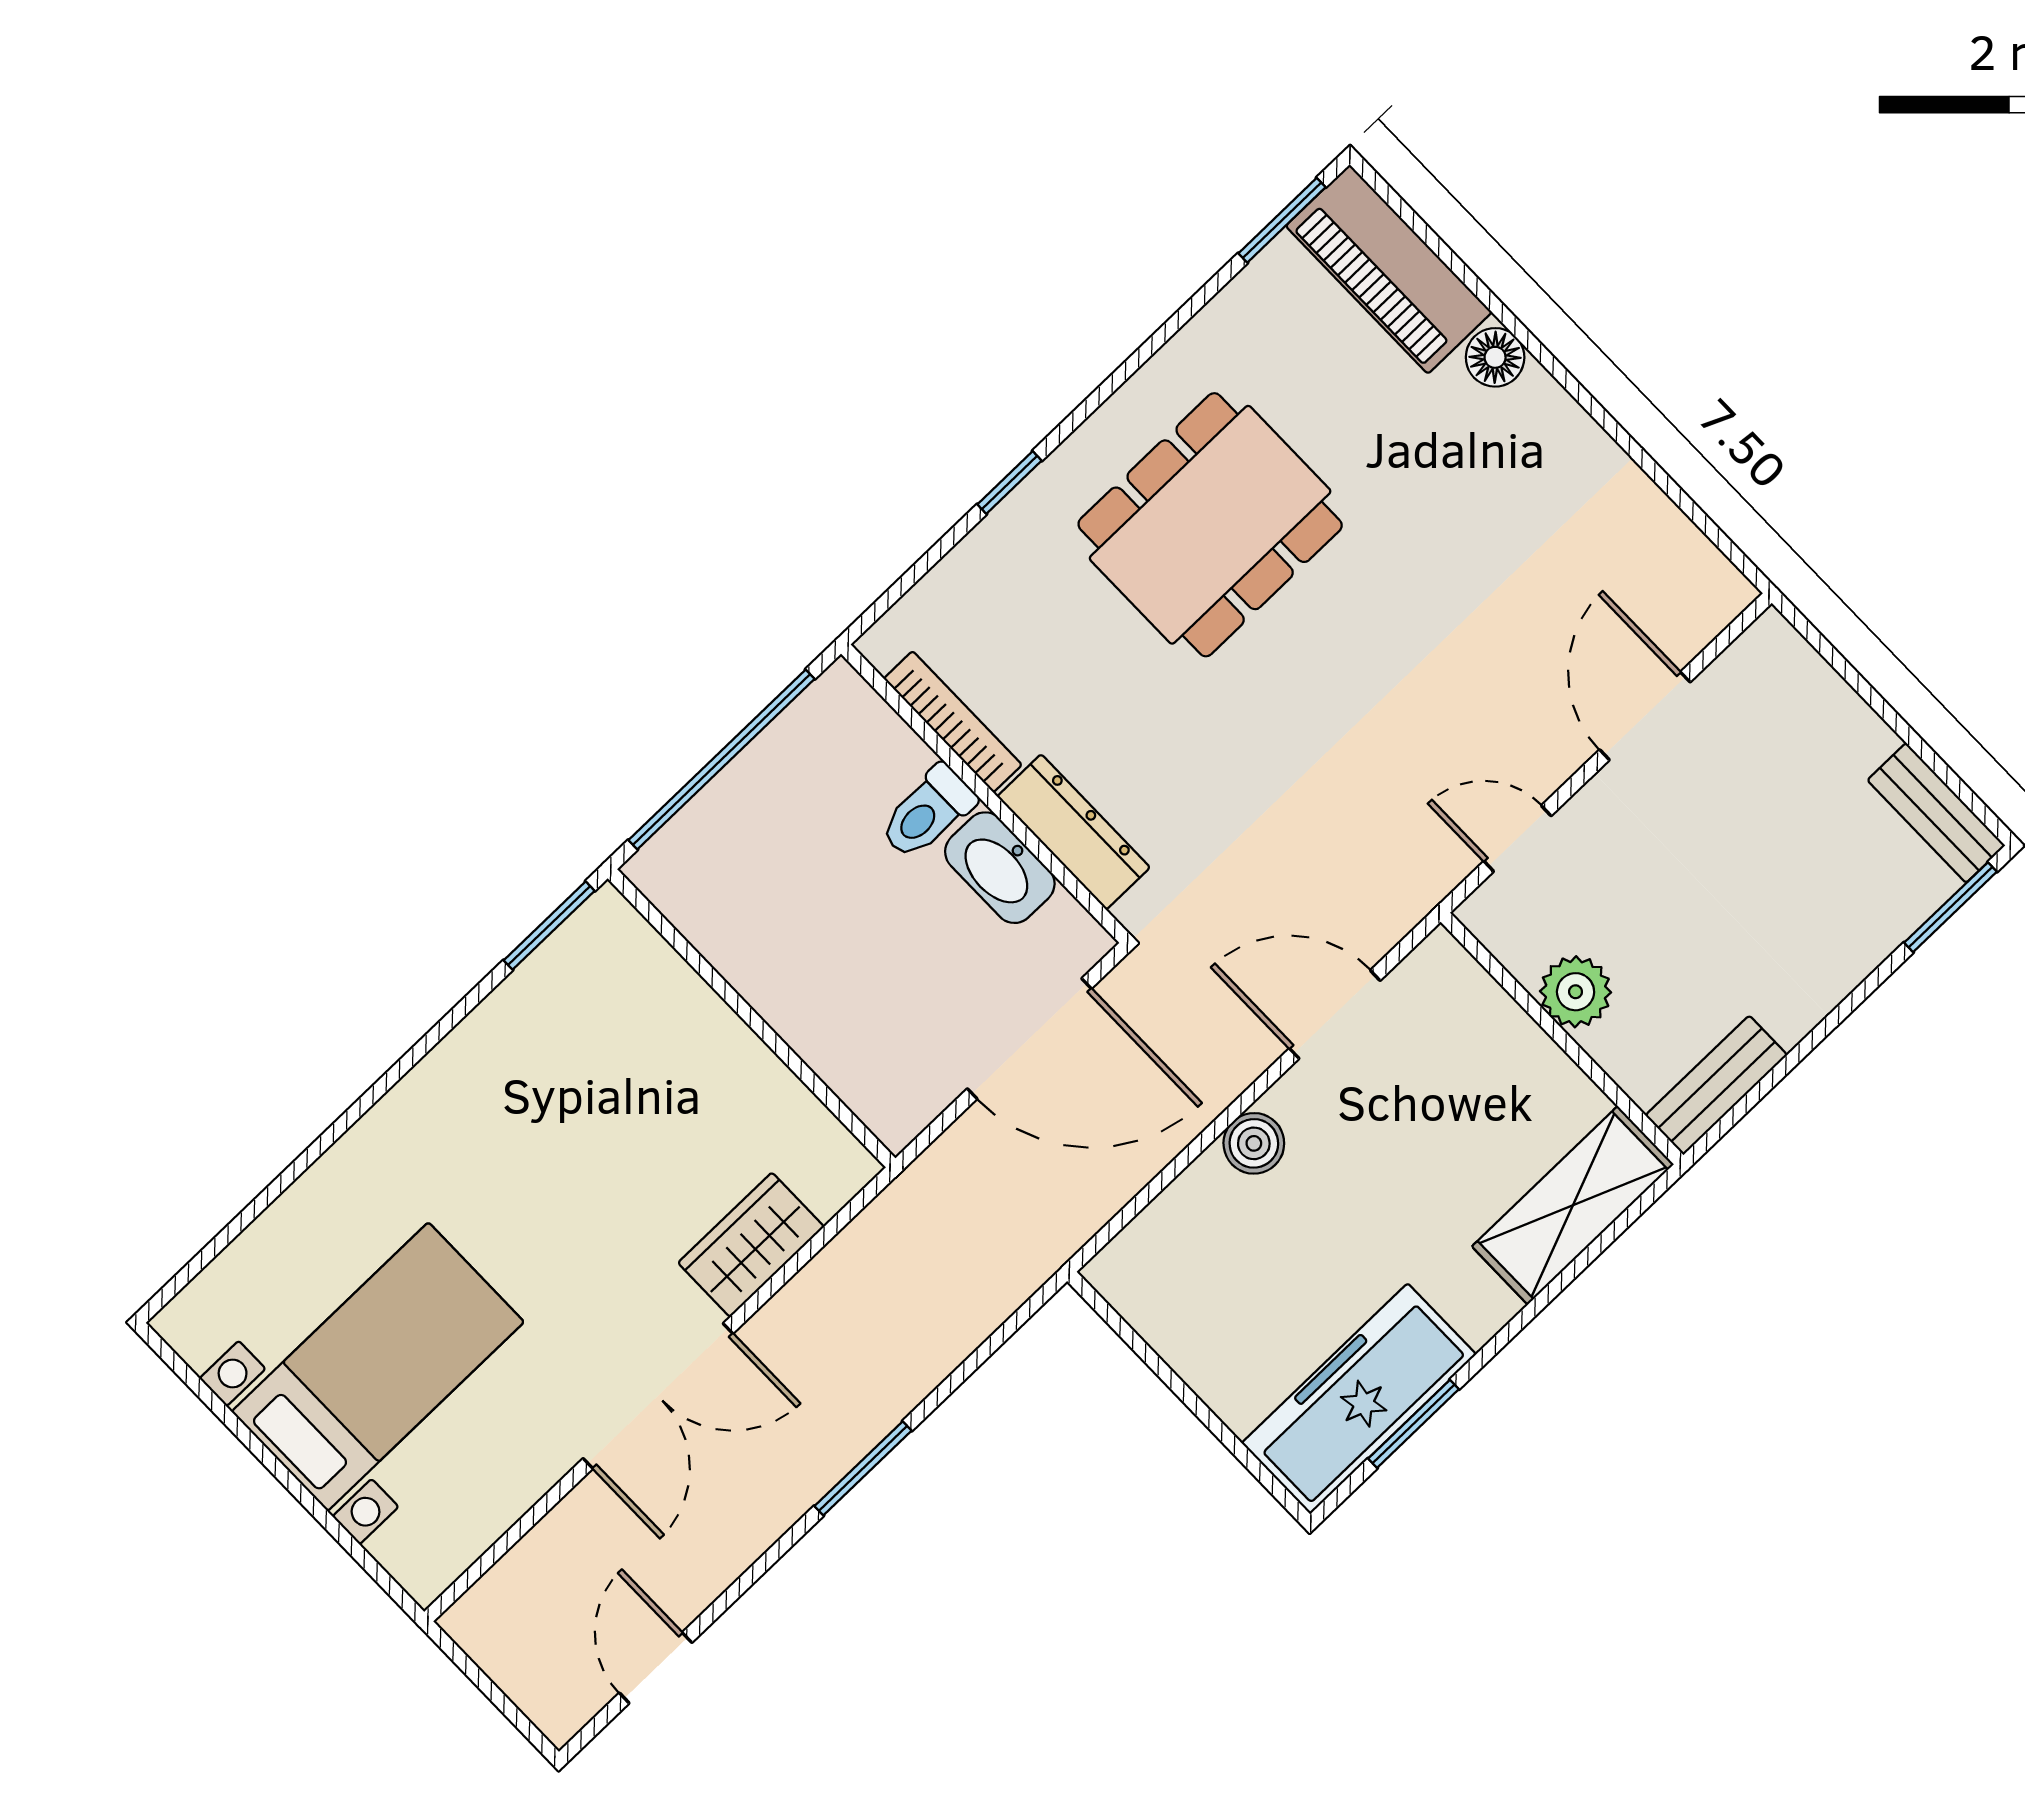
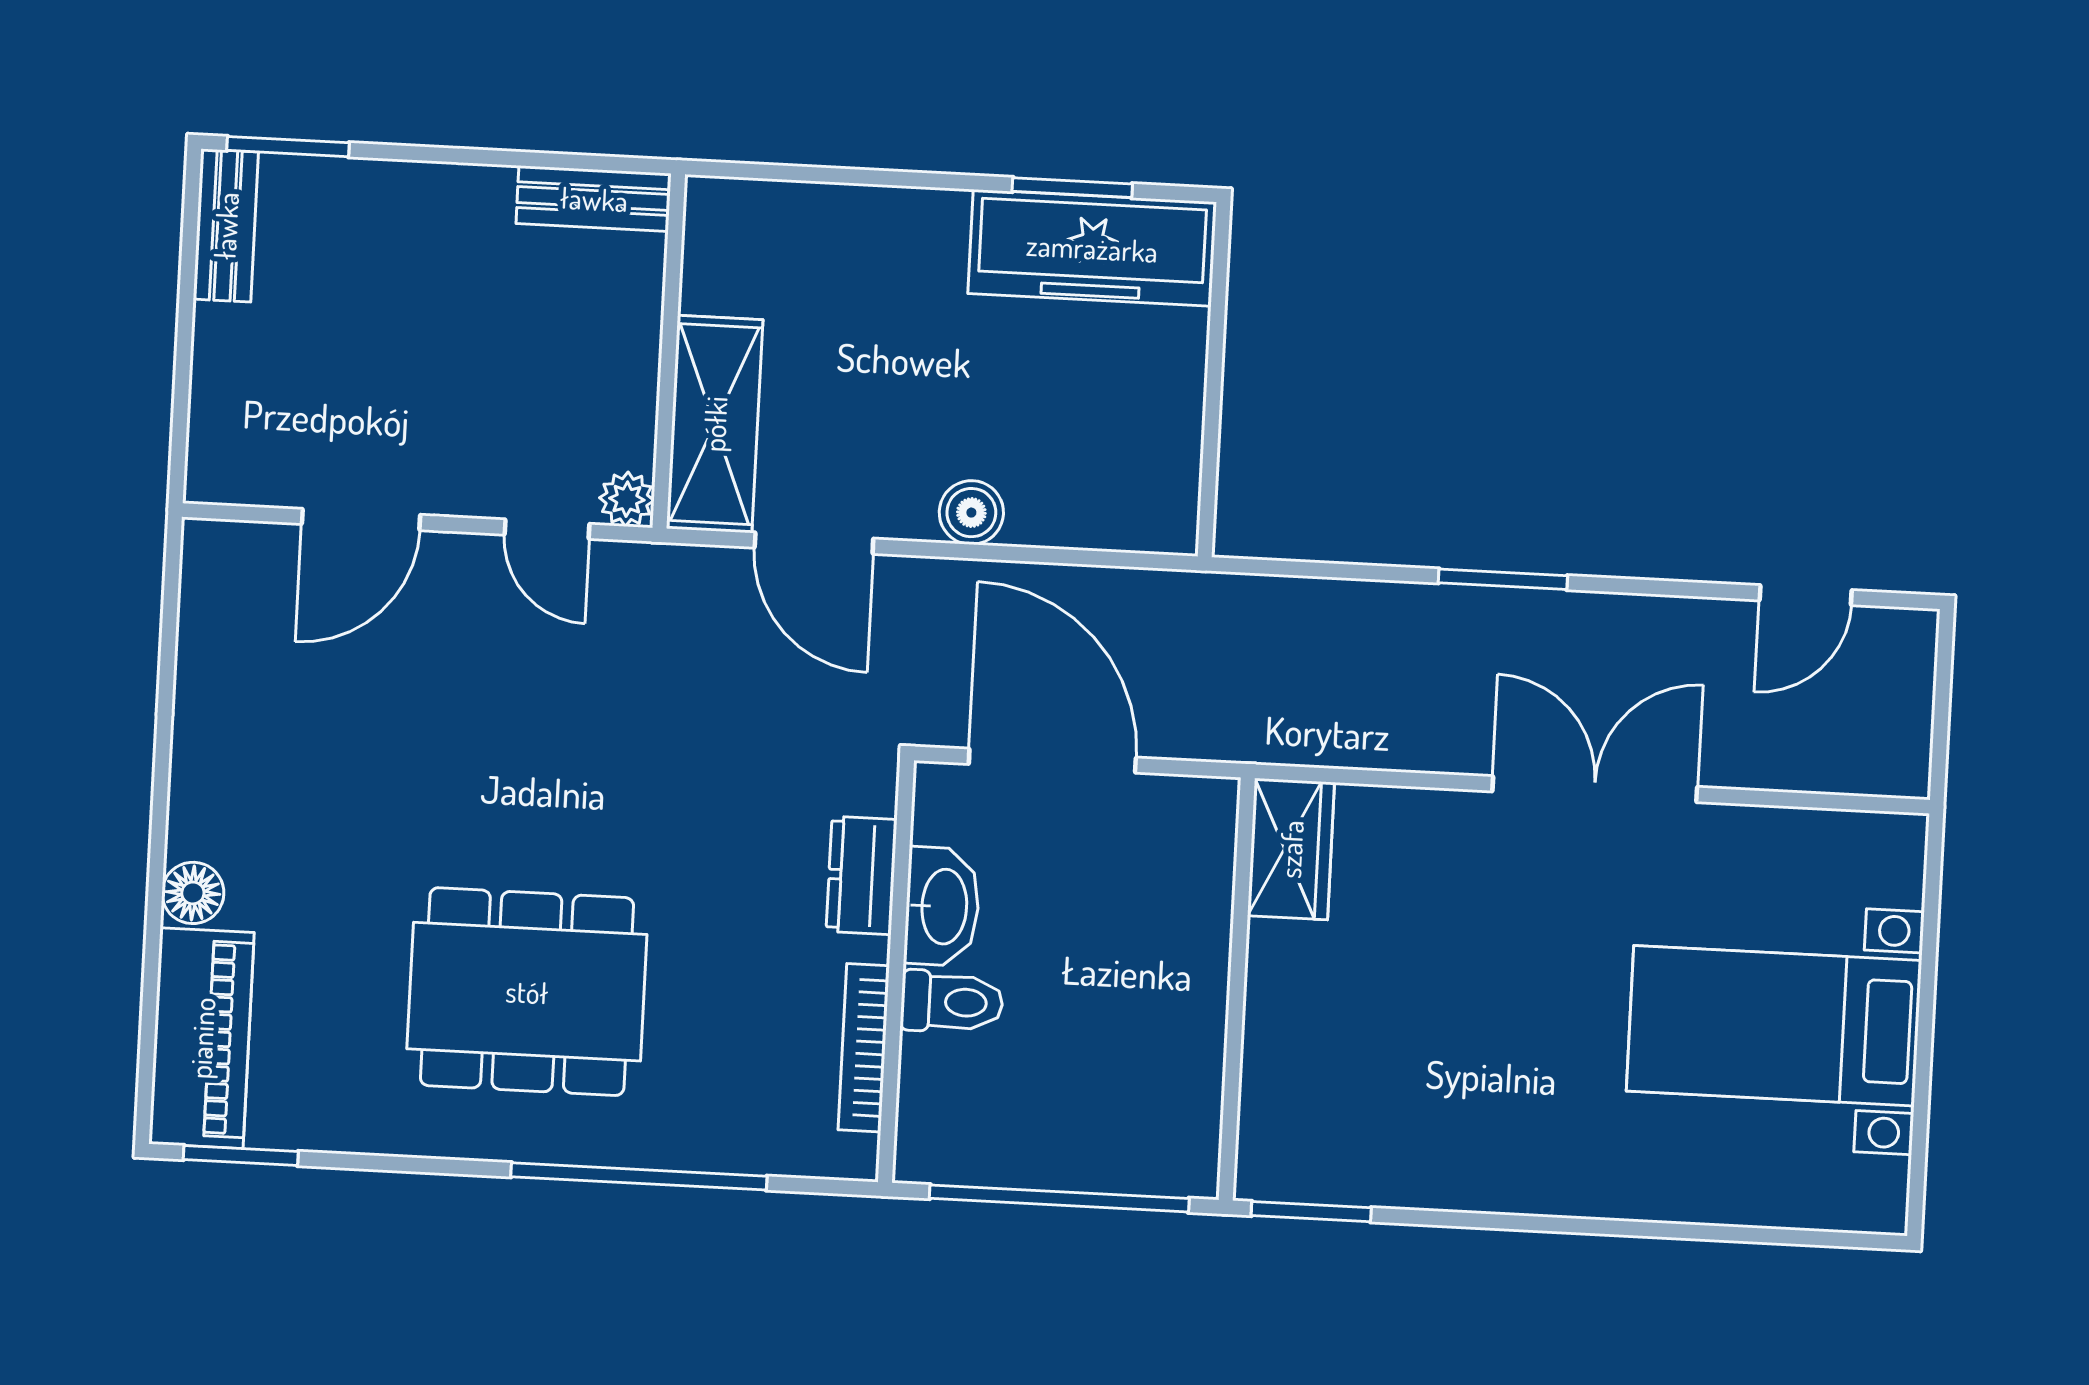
window: (1009, 483) -> (639, 1176), width x3.17
dresser: (1074, 832) -> (862, 875), width x0.70
plant: (1576, 992) -> (627, 499), moved, width x0.73, depth x0.73
shelving: (1573, 1205) -> (715, 424), moved, turned 90
wardrobe: (751, 1245) -> (1291, 849), moved, turned -90

